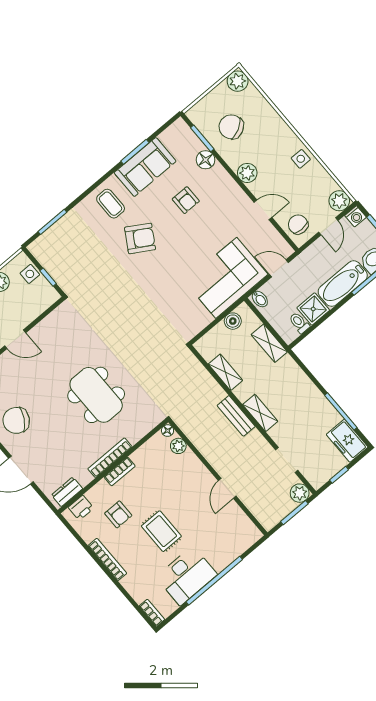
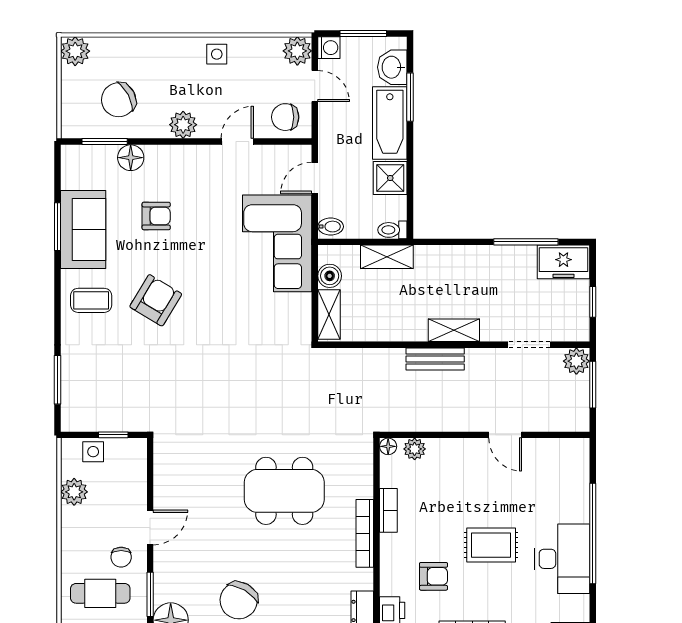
toilet: (299, 323) -> (392, 230), moved
shelving: (225, 372) -> (329, 315), moved, turned 90
bookcase: (120, 472) -> (388, 510), moved

